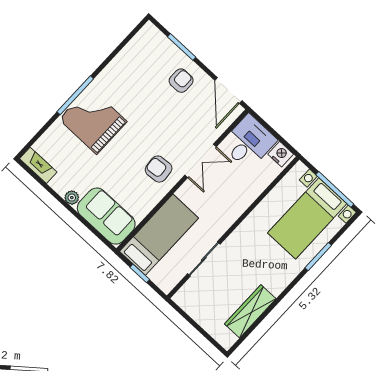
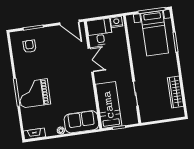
armchair: (181, 81) -> (30, 46), moved
armchair: (159, 169) -> (79, 82), removed

